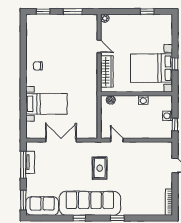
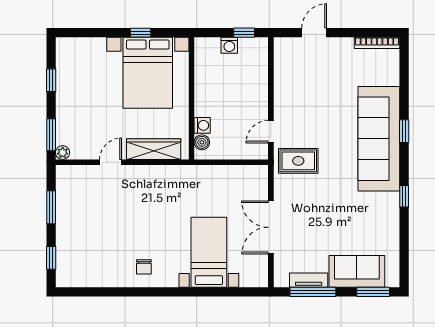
window: (115, 12) -> (51, 135), added
washing machine: (143, 100) -> (202, 125), moved
rug: (100, 168) -> (298, 161), moved
sofa: (90, 203) -> (379, 139), moved
sofa: (42, 206) -> (357, 271), moved, turned 90

